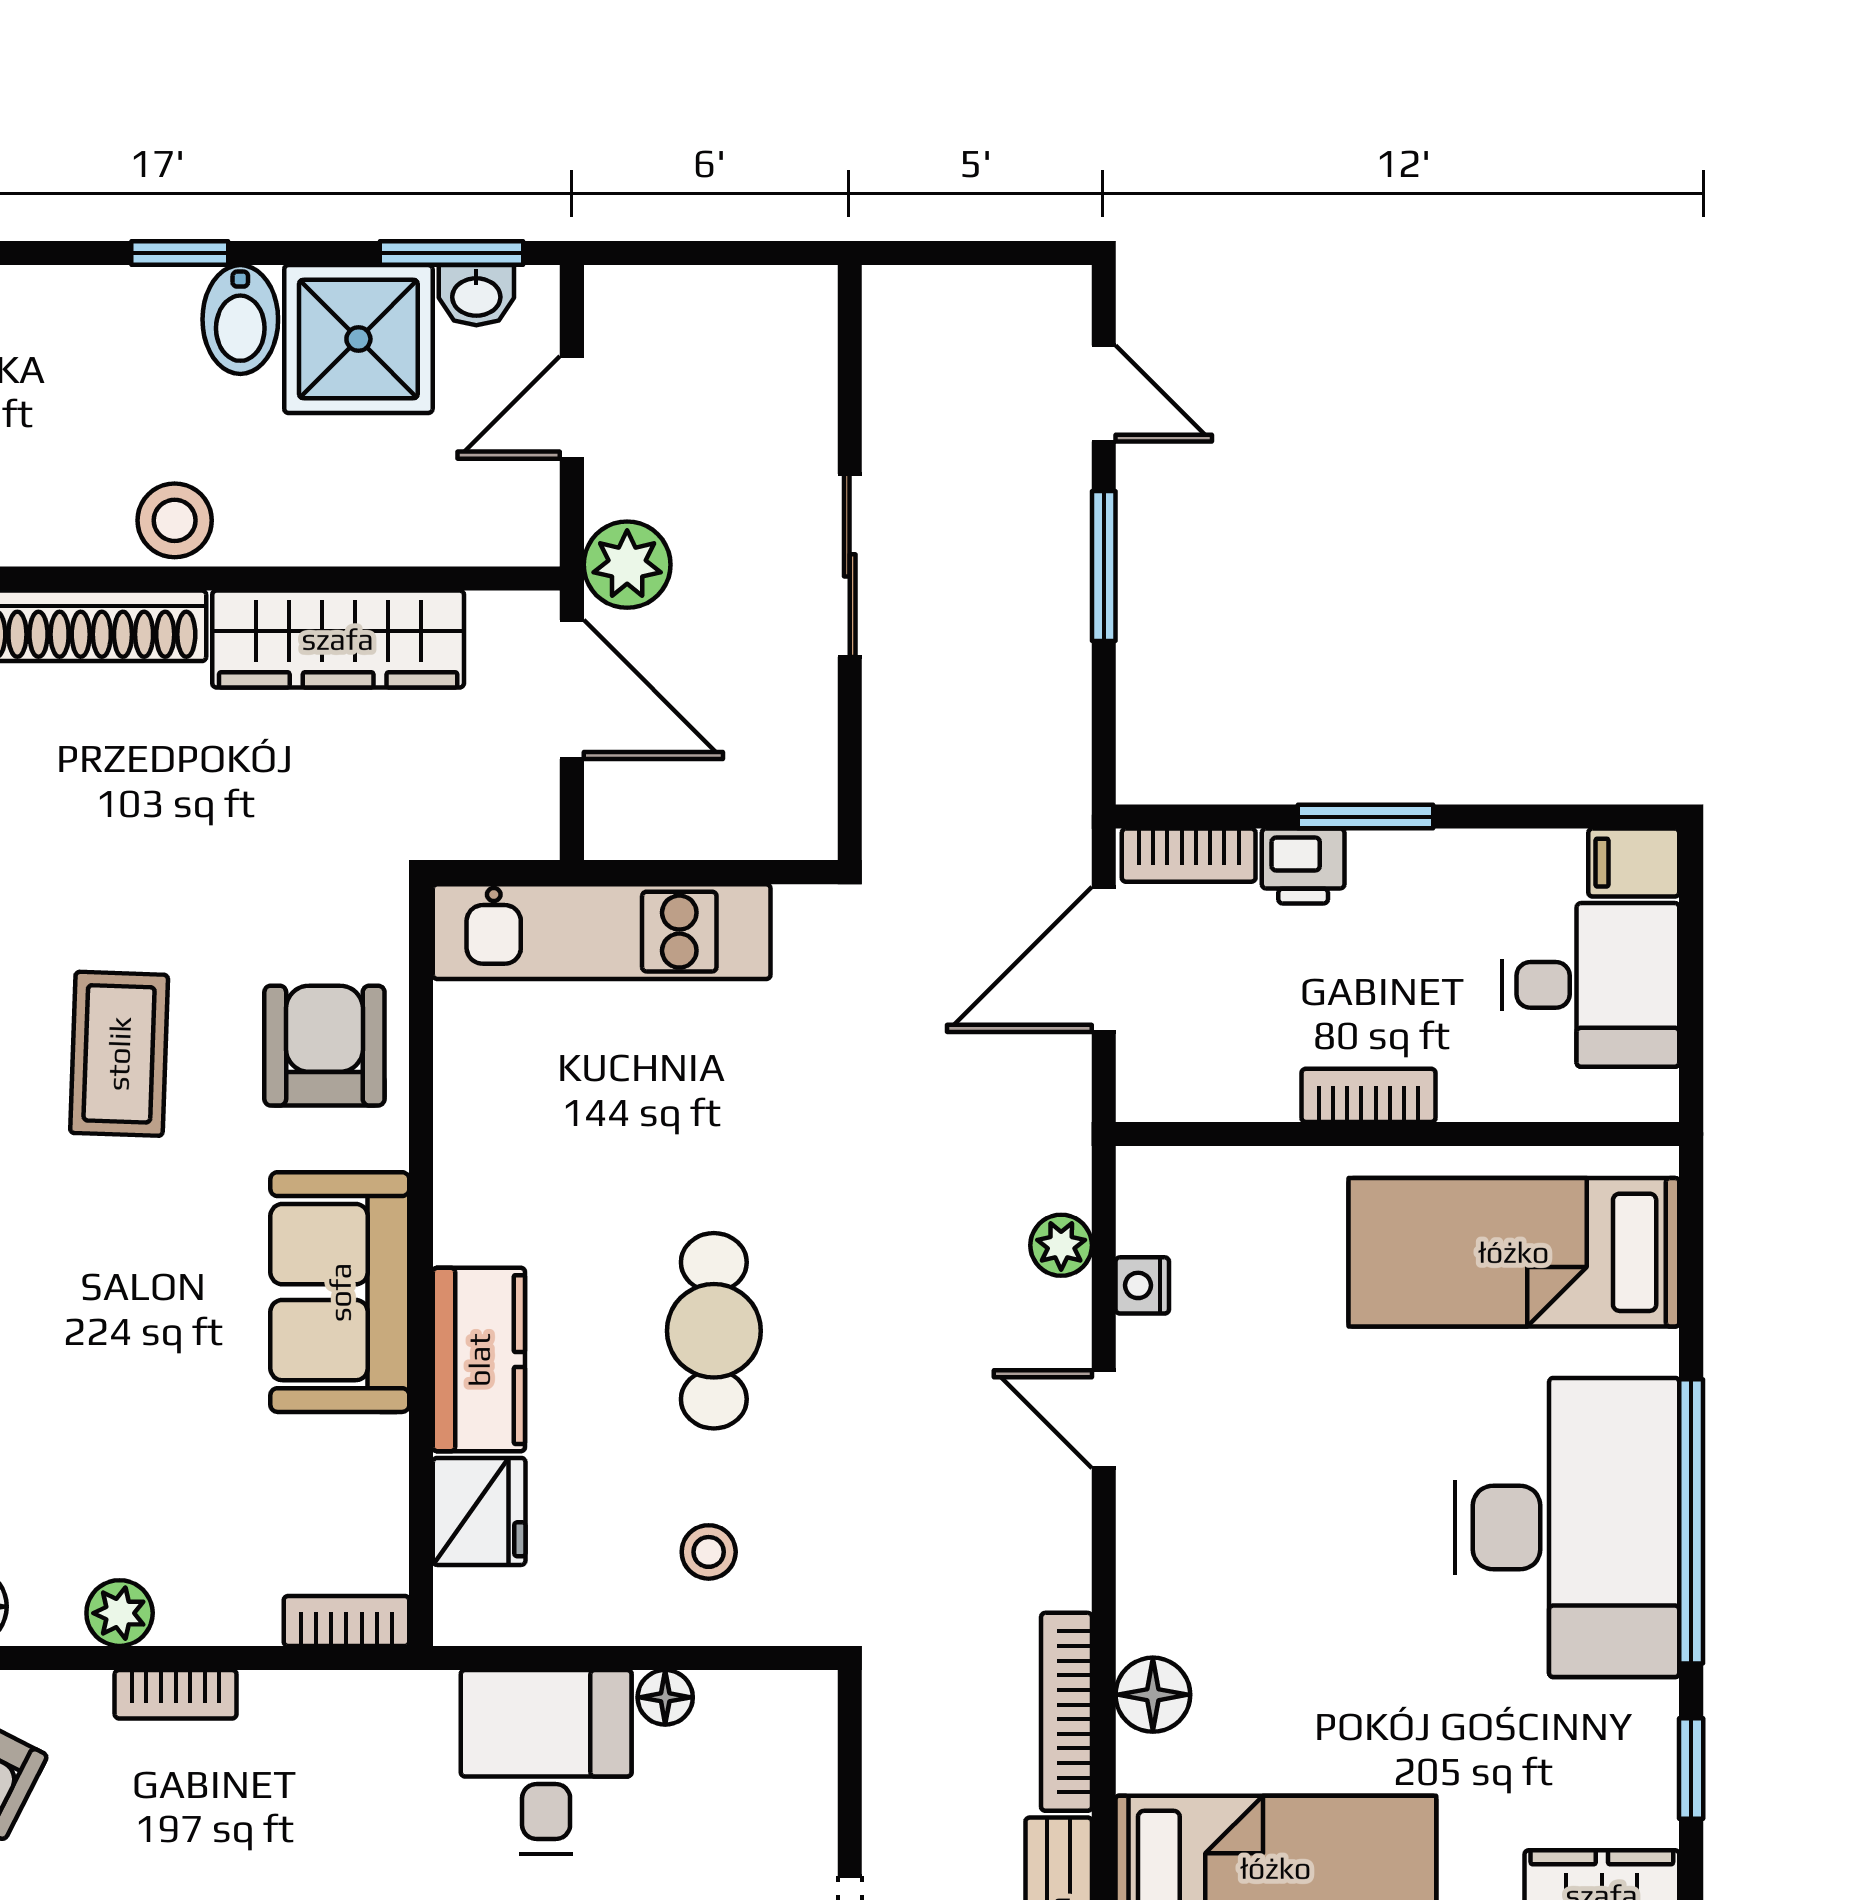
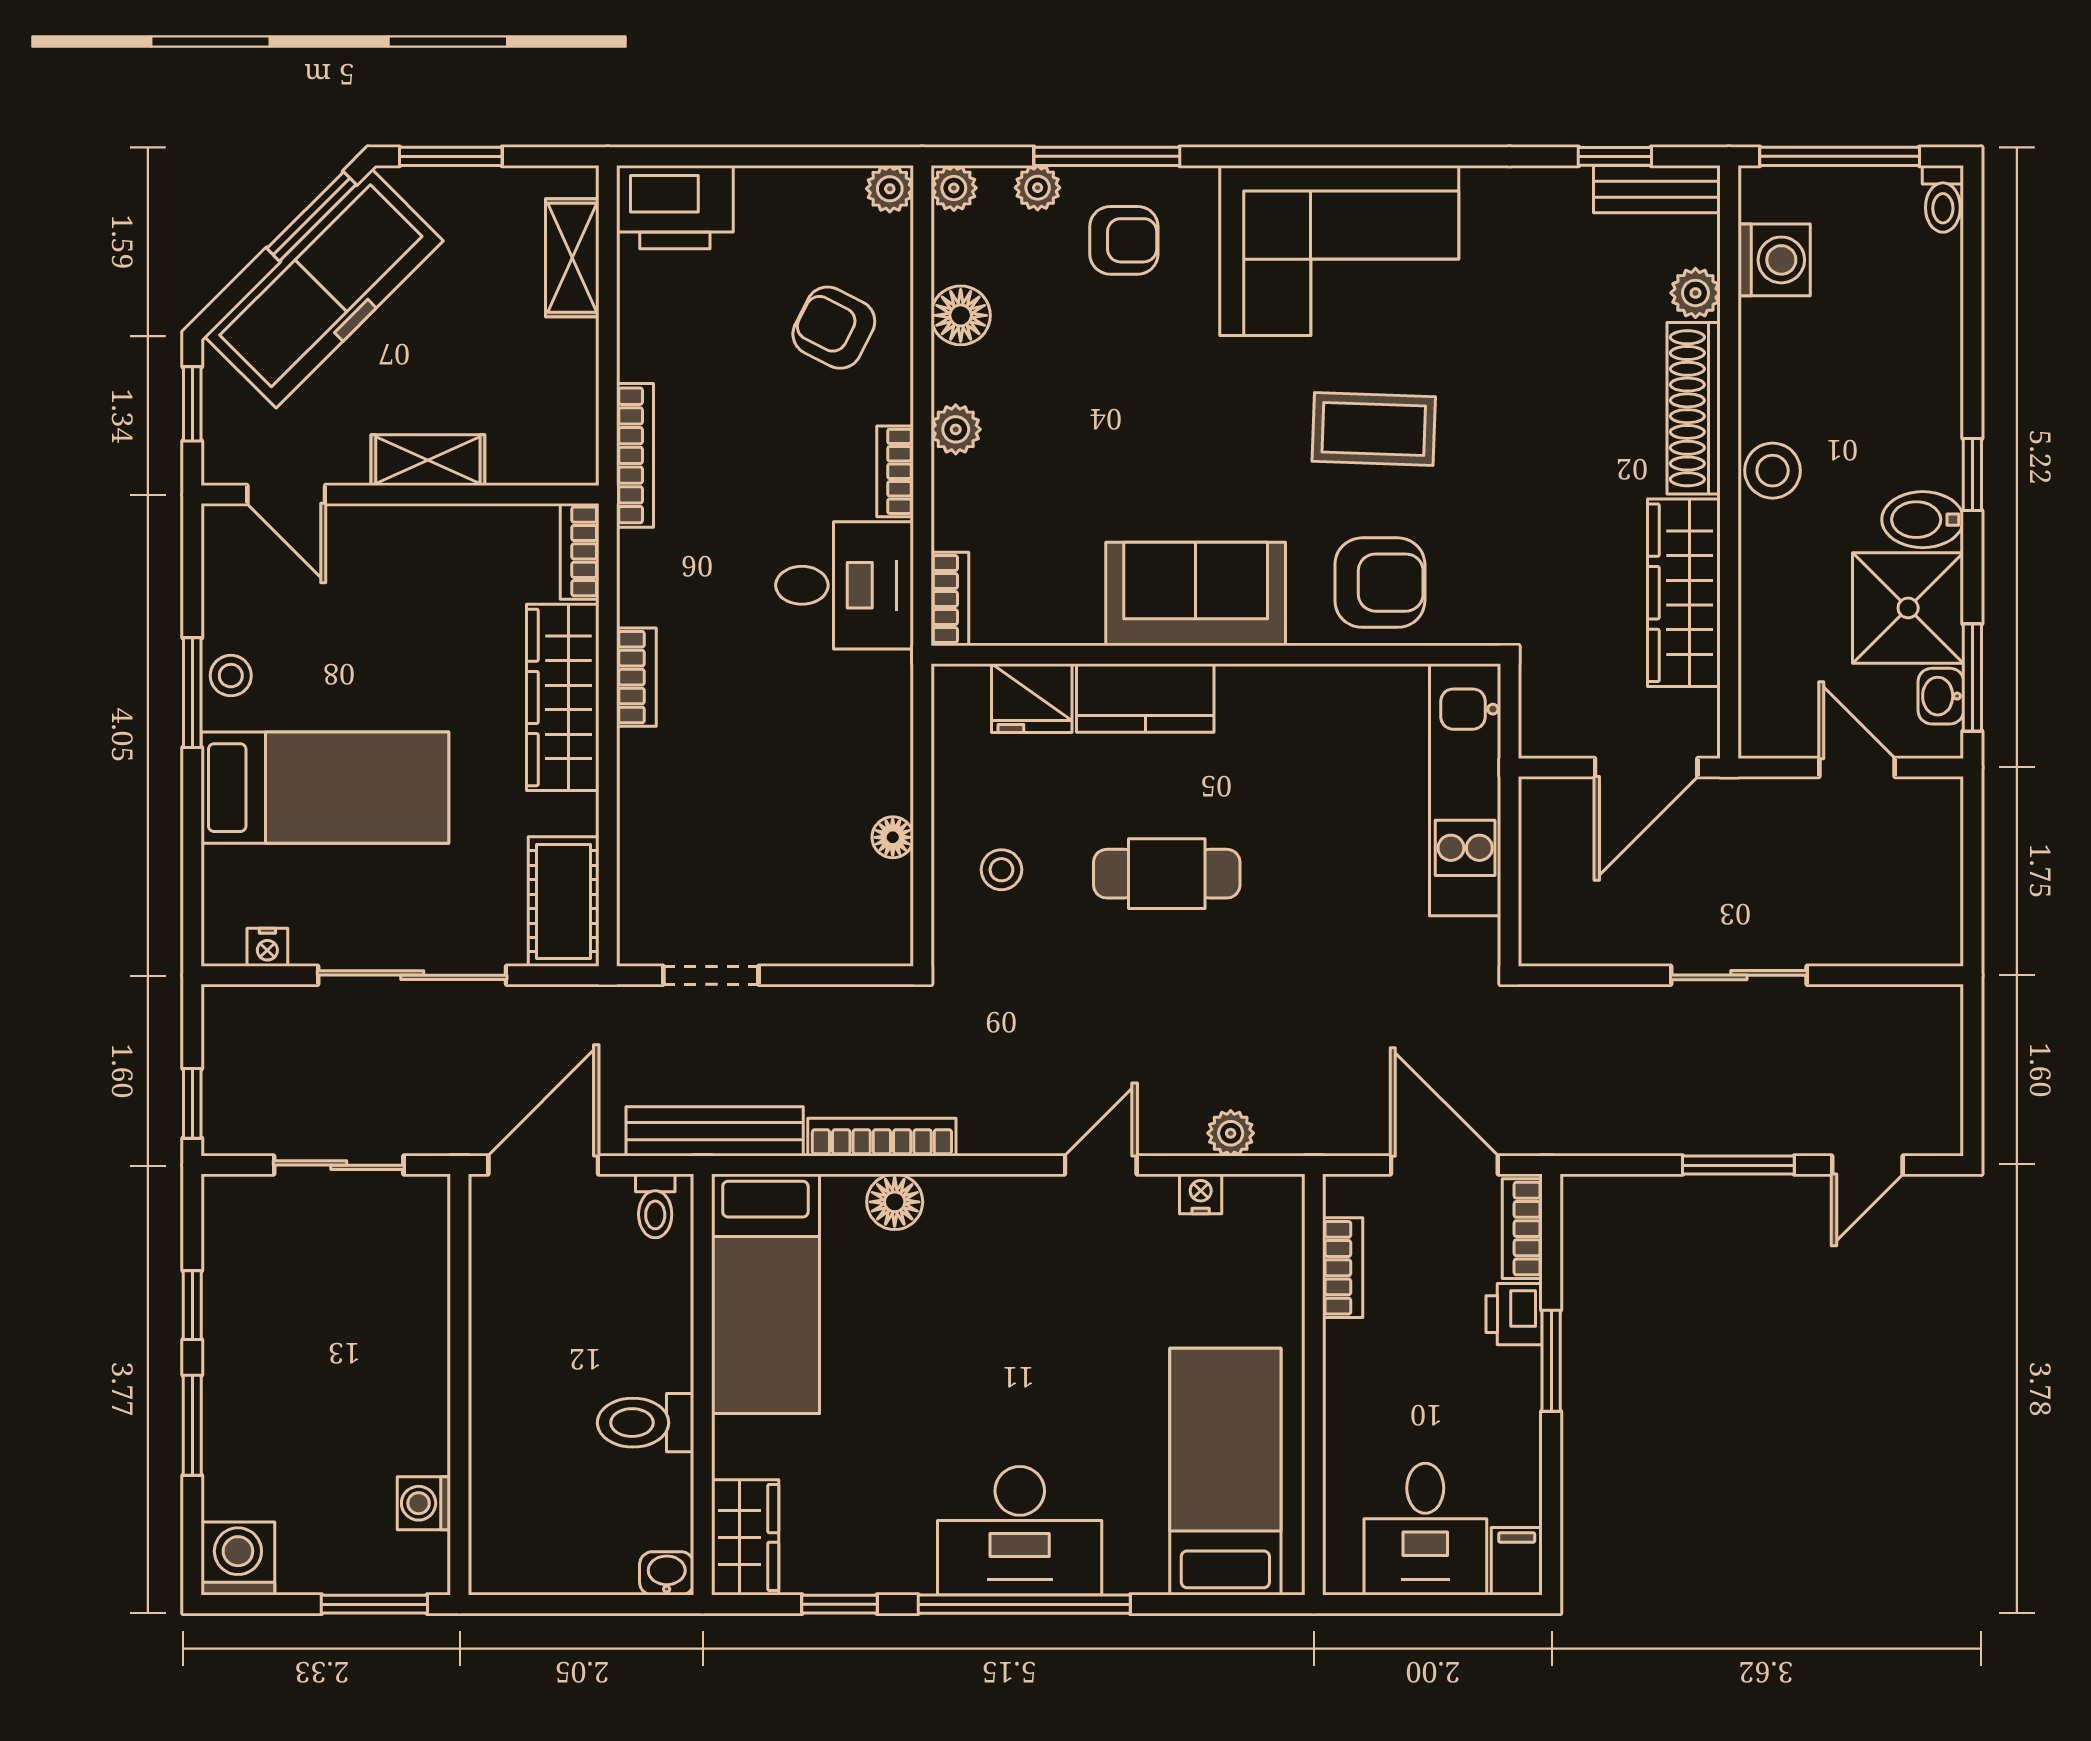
plant: (627, 565) -> (1739, 809), removed
bookcase: (1369, 1095) -> (1343, 1268), moved
desk: (1567, 1527) -> (1020, 1531), width x0.73, depth x0.77
desk: (546, 1762) -> (845, 585), moved

